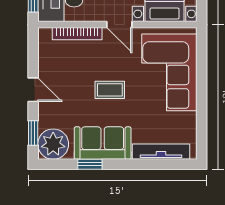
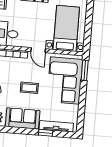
window: (202, 52) -> (85, 70), added
window: (90, 164) -> (46, 133), moved

